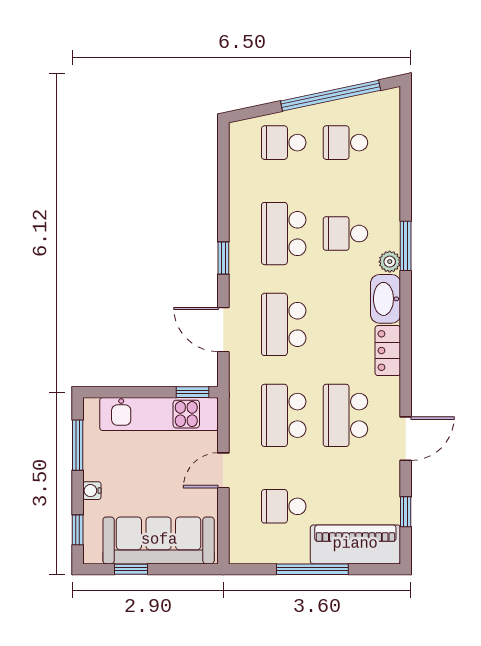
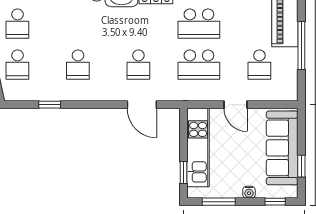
school desk: (284, 234) -> (78, 65), width x0.54
school desk: (345, 234) -> (78, 24), removed
window: (223, 258) -> (50, 105), moved
school desk: (284, 324) -> (138, 65), width x0.54
door: (223, 330) -> (142, 105), hinge flipped
window: (192, 392) -> (184, 173), moved

